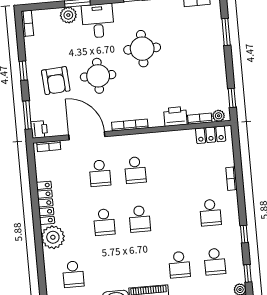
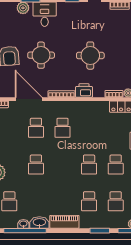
round table: (142, 49) -> (90, 56), moved
printer: (175, 116) -> (84, 91), moved
school desk: (140, 219) -> (89, 165), moved

